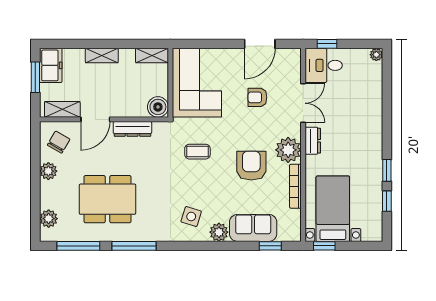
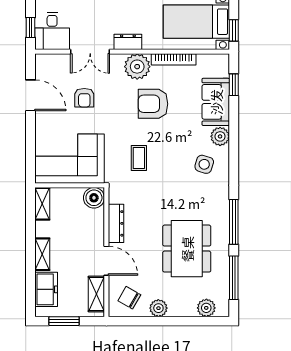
freezer: (51, 65) -> (46, 289), moved, turned 90
double door: (303, 103) -> (90, 52), swing flipped

